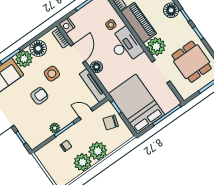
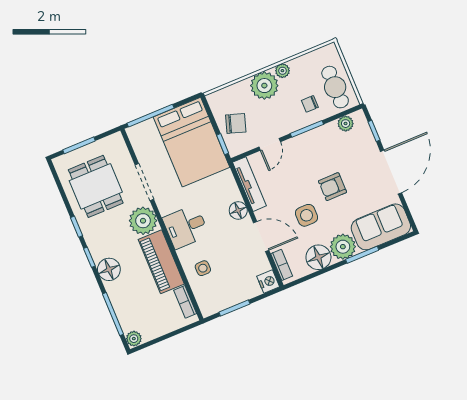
desk: (125, 45) -> (186, 227), width x0.73
door: (78, 53) -> (261, 236), swing flipped
door: (86, 114) -> (270, 144), hinge flipped
plant: (55, 128) -> (346, 124), moved
cafe table: (52, 160) -> (335, 87), added
plant: (83, 162) -> (282, 71), width x0.53, depth x0.53

